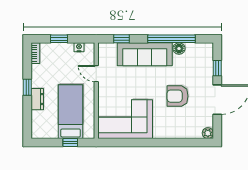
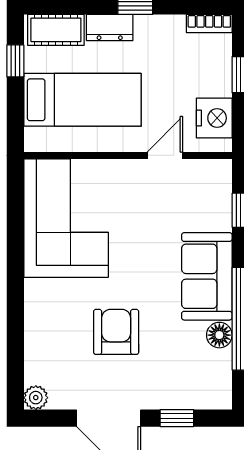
nightstand: (79, 47) -> (214, 118), width x1.89, depth x1.79
sofa: (145, 54) -> (207, 276), width x0.73
cot: (38, 124) -> (56, 30), added
window: (70, 143) -> (15, 61), moved

